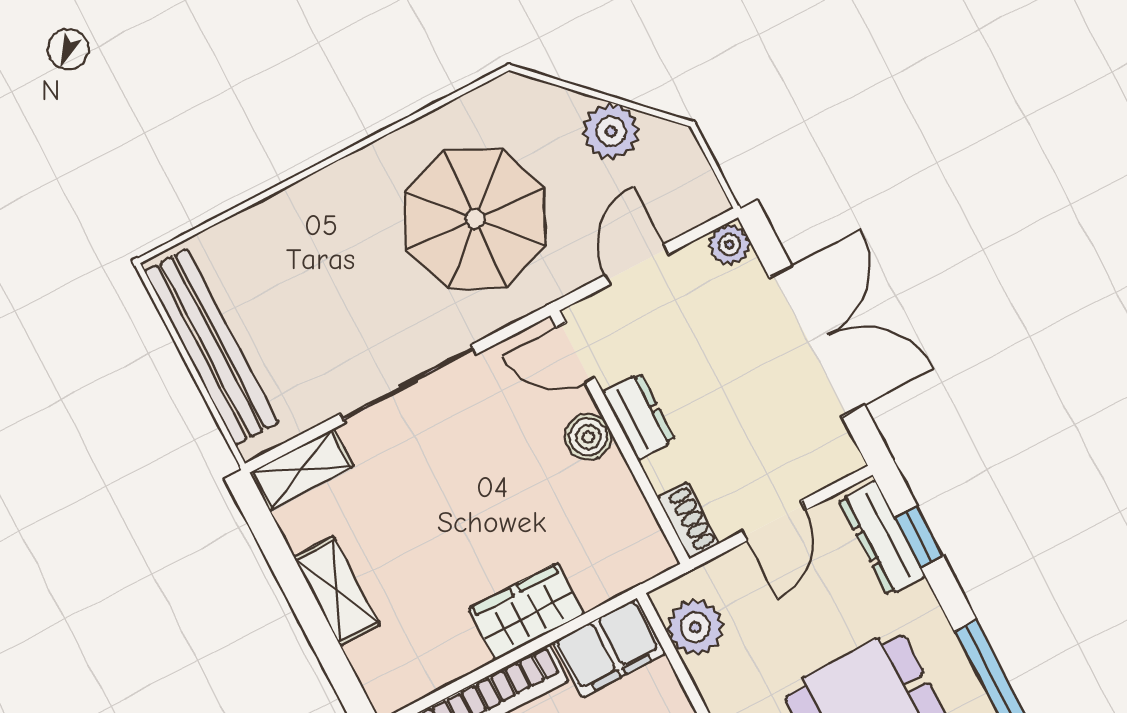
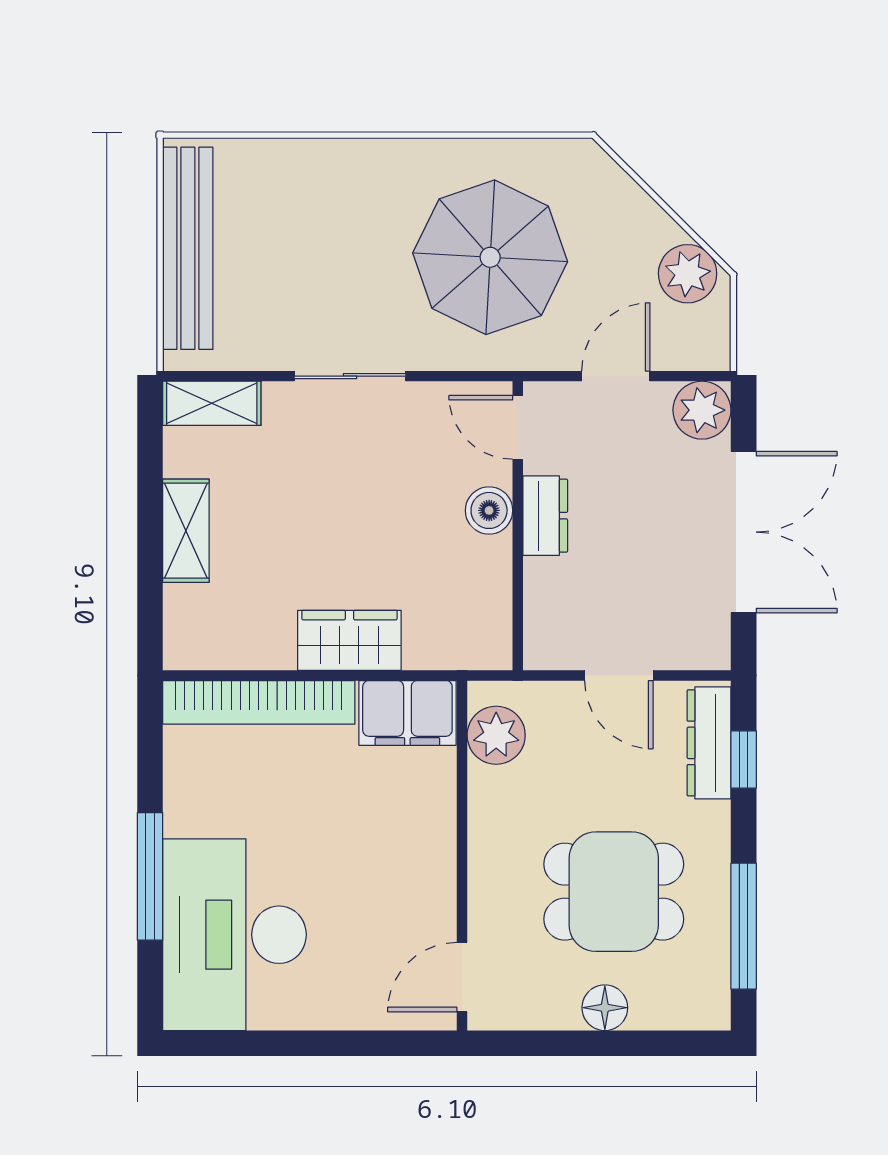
plant: (611, 131) -> (688, 274), moved
plant: (729, 245) -> (702, 410), width x1.38, depth x1.38
sliding door: (408, 384) -> (350, 376), width x0.73
shoe rack: (688, 521) -> (540, 635), removed
door: (774, 521) -> (619, 675), hinge flipped

